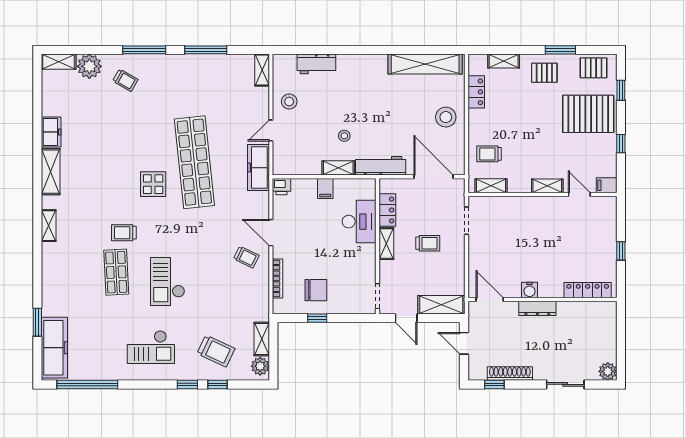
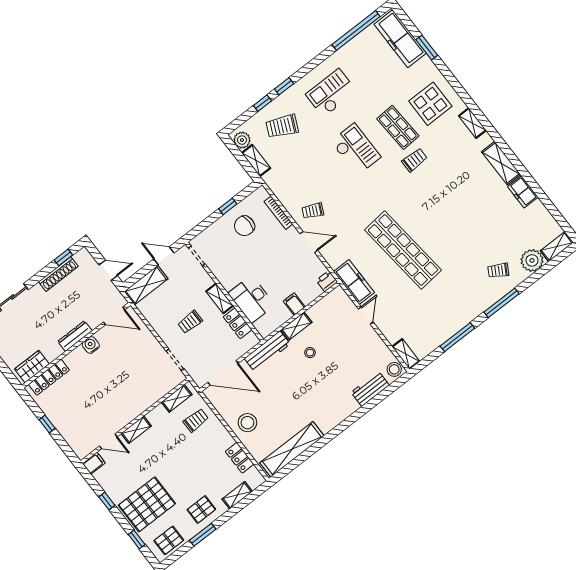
stool: (289, 101) -> (394, 369), moved
display table: (153, 184) -> (430, 104), moved, width x1.36, depth x1.36
wardrobe: (595, 311) -> (32, 367), added

